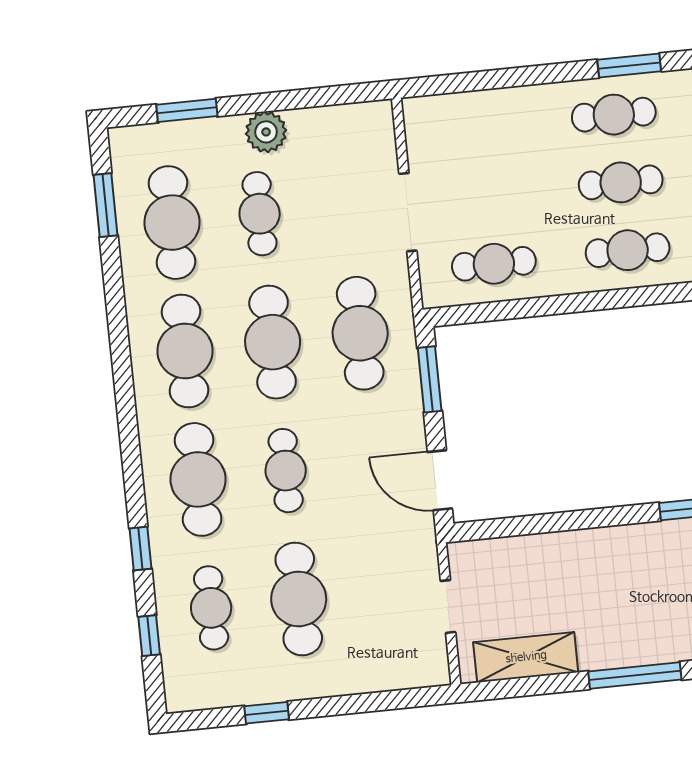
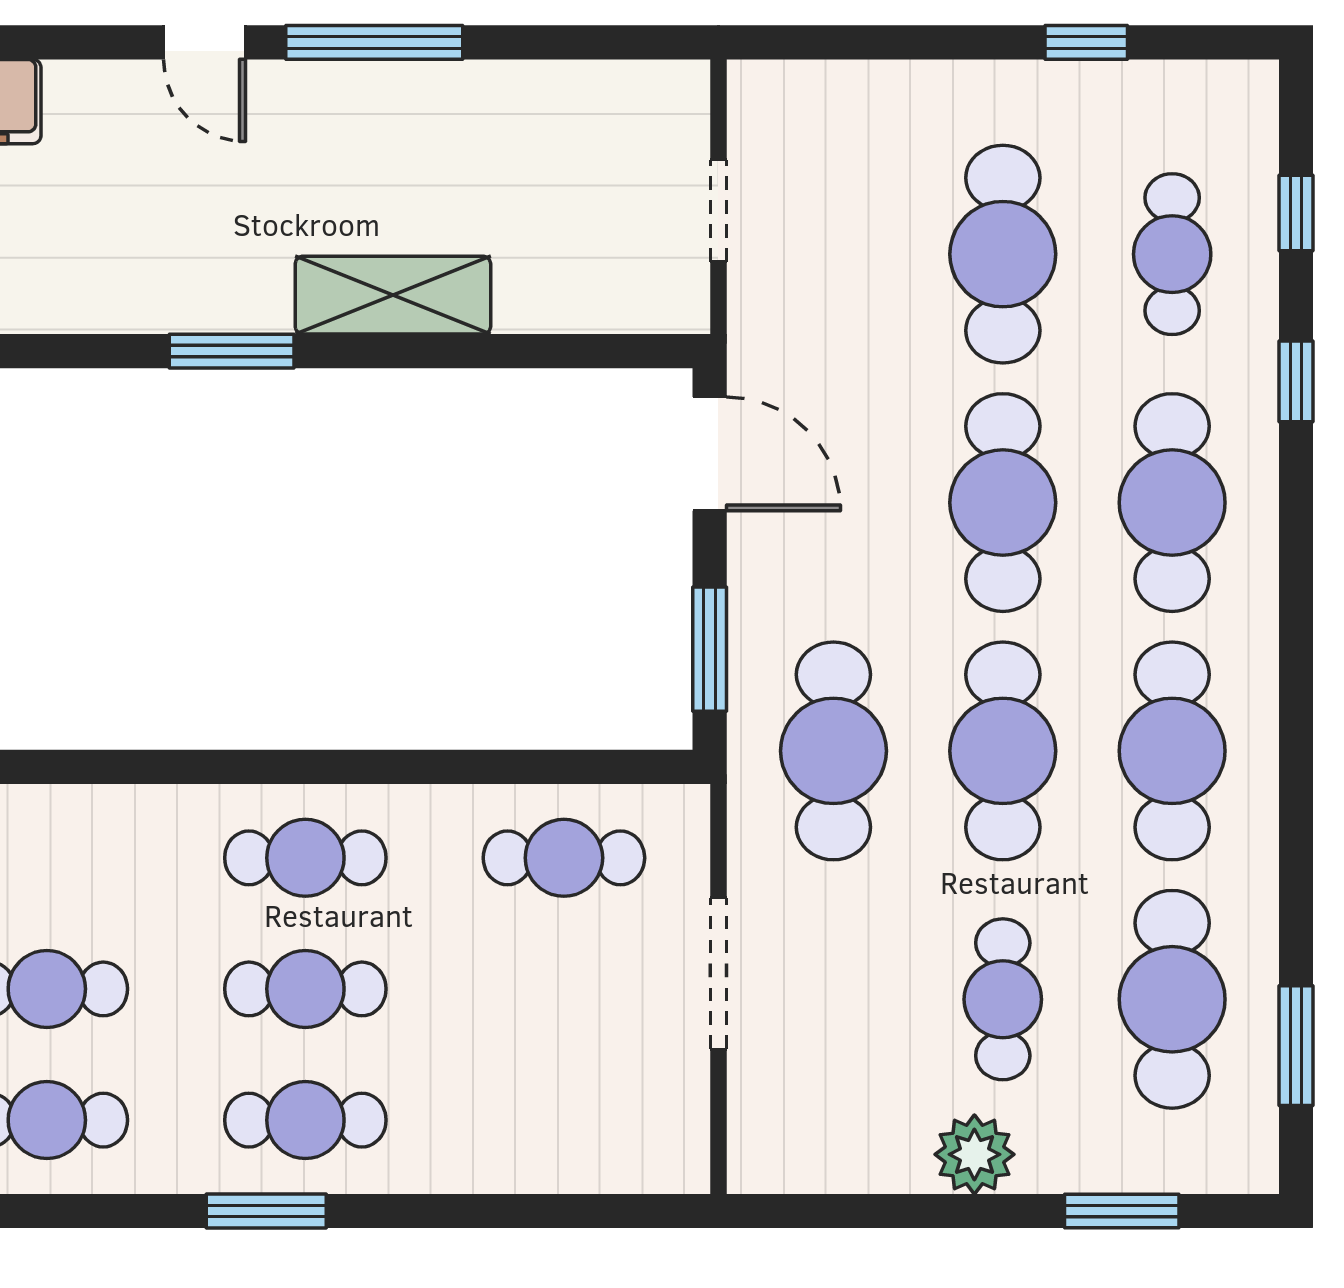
cafe table: (286, 471) -> (1003, 503), width x1.37, depth x1.35
shelving: (526, 657) -> (393, 295), moved

